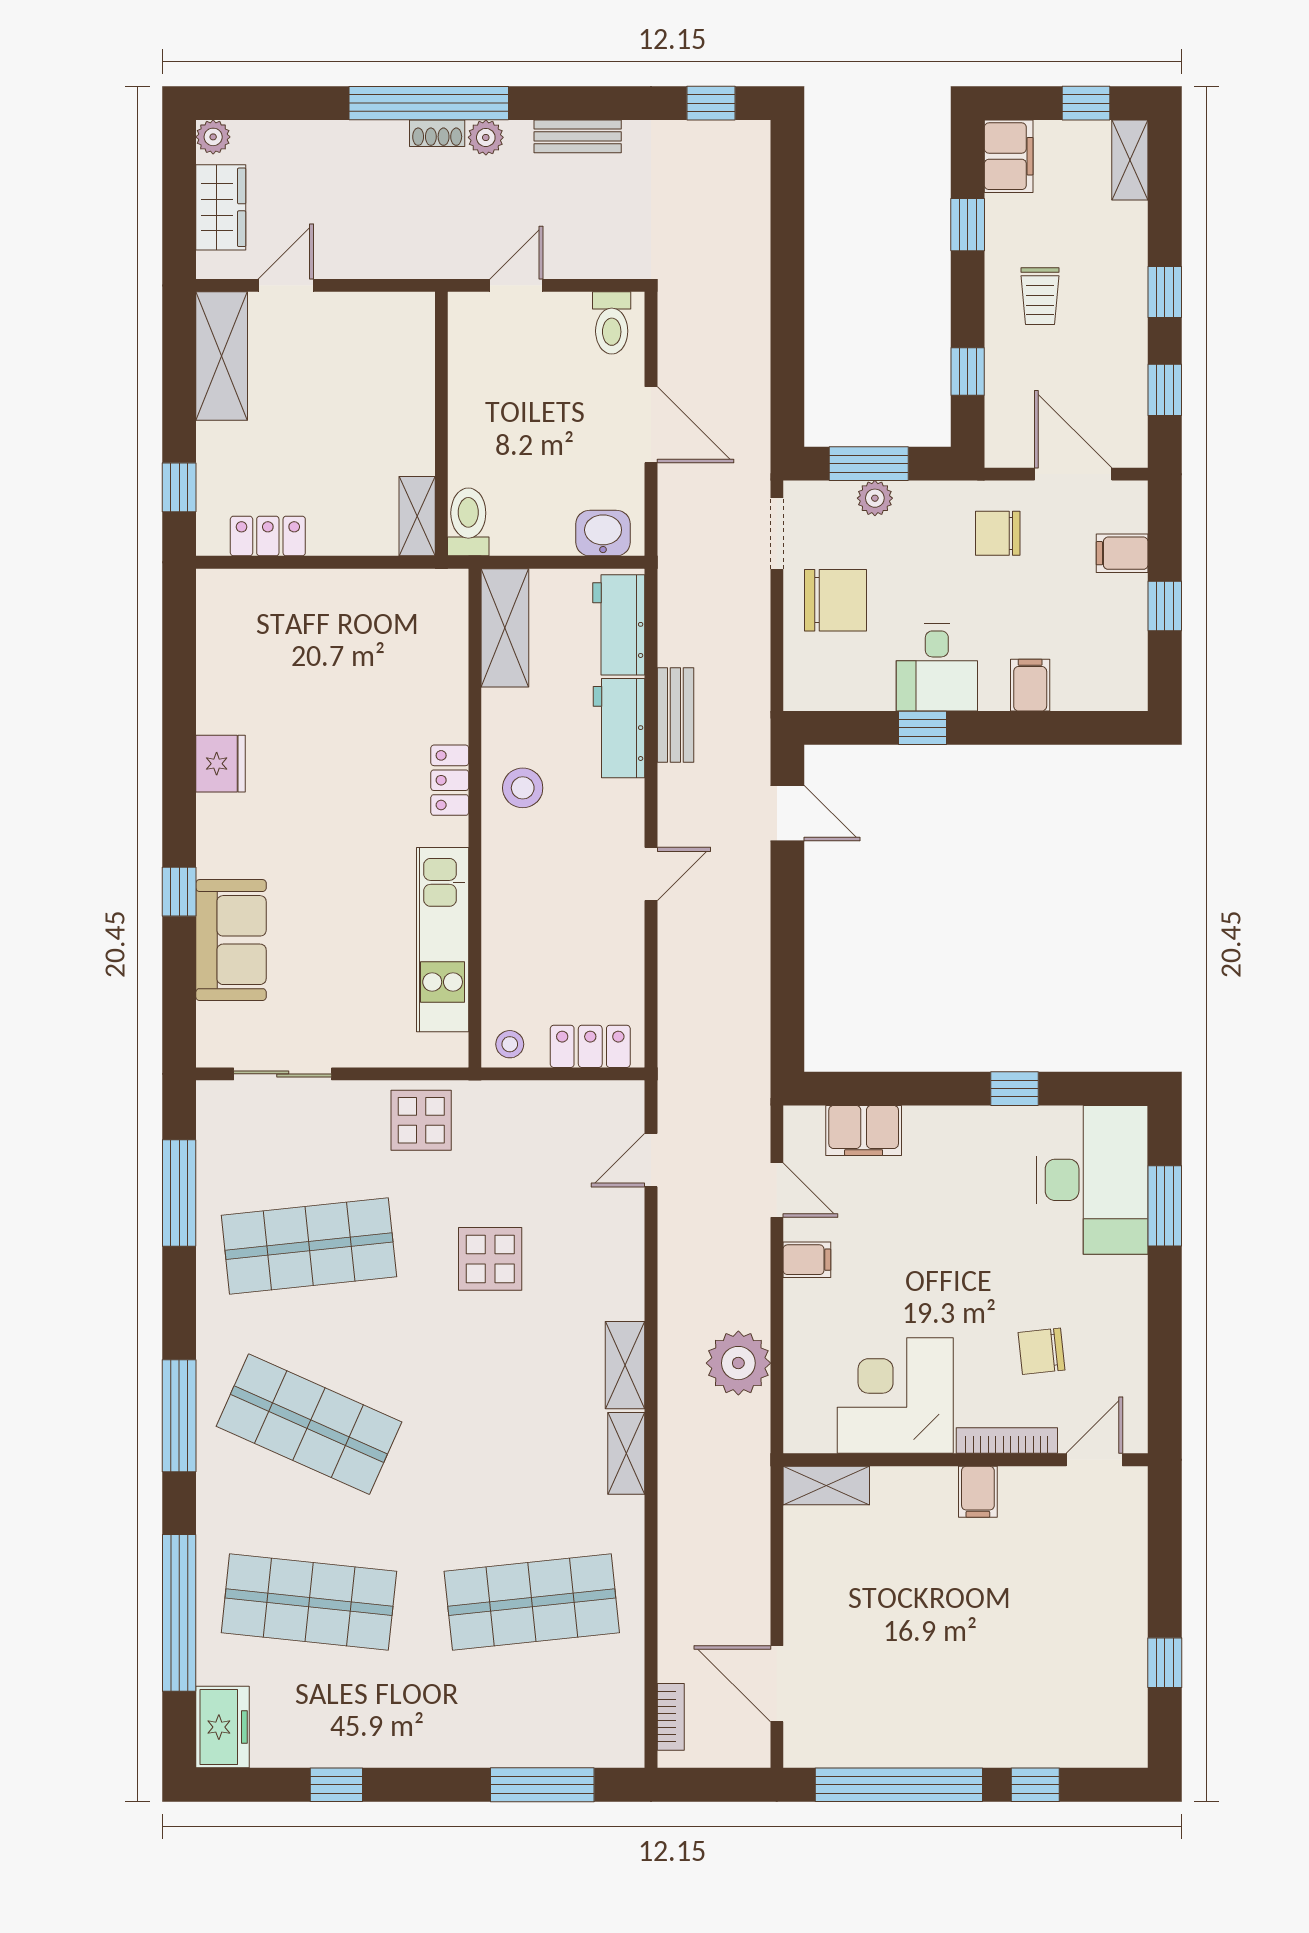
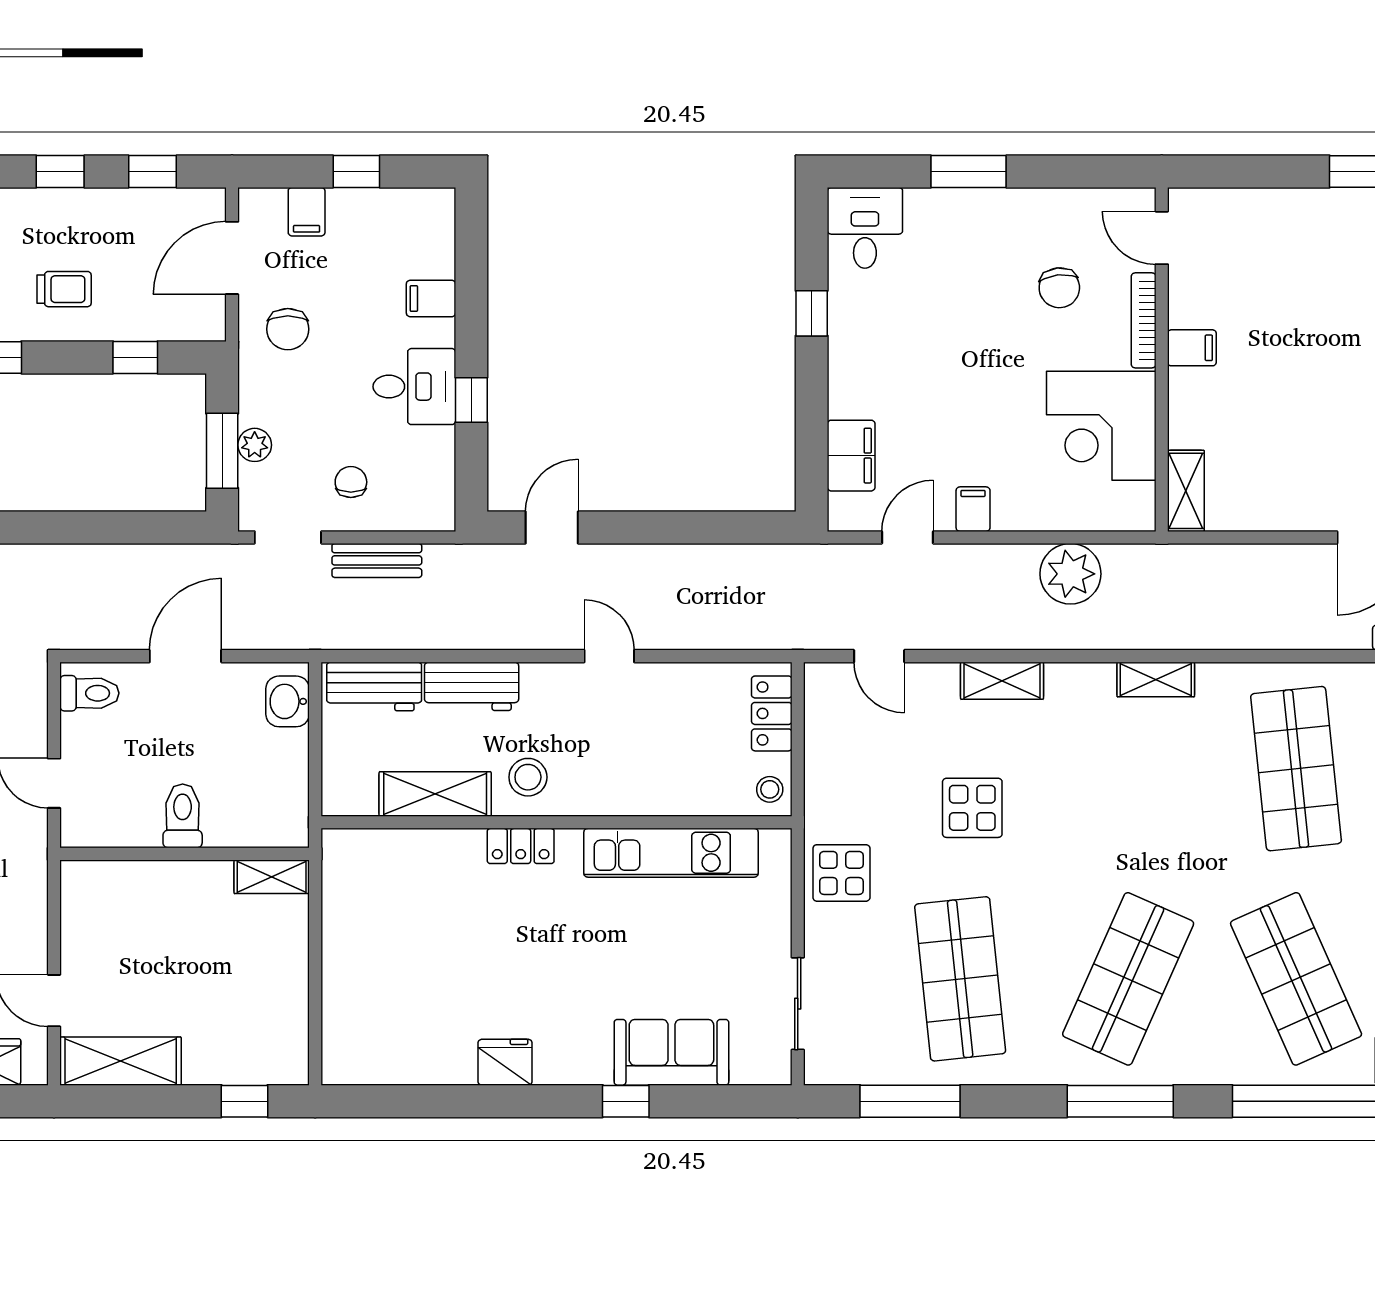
toilet: (468, 522) -> (183, 816), moved, turned 90
locker: (268, 536) -> (290, 1018), removed
chair: (836, 600) -> (351, 482), width x0.54, depth x0.54
shelving: (505, 628) -> (435, 794), moved
bench: (675, 715) -> (377, 560), moved
desk: (1092, 1180) -> (865, 228), width x0.53, depth x0.77
window: (1165, 1206) -> (969, 171), moved
shelving: (625, 1365) -> (1002, 681), moved
shop shelf: (309, 1602) -> (1296, 979), turned -30

